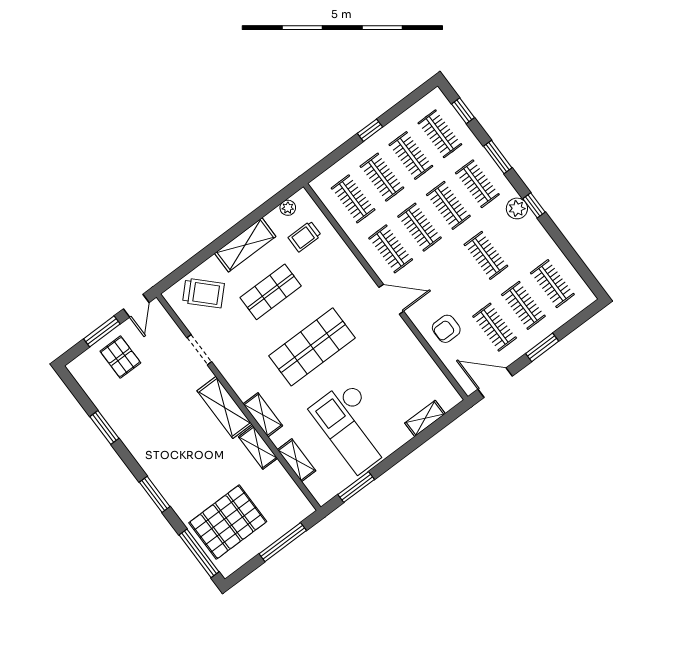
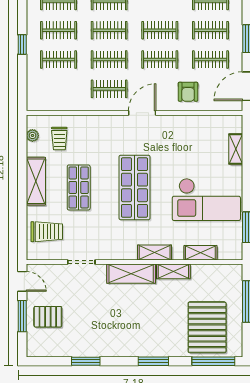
clothes rail: (353, 199) -> (160, 60), moved
trolley: (203, 293) -> (47, 232), turned 45

